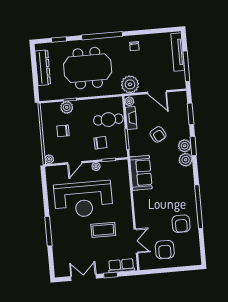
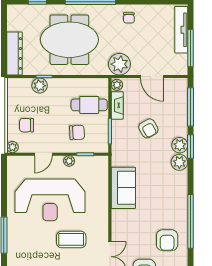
dresser: (43, 68) -> (14, 54), moved
window: (191, 114) -> (190, 107), width x1.44
chair: (63, 131) -> (27, 125), moved
sofa: (141, 173) -> (123, 188), moved

